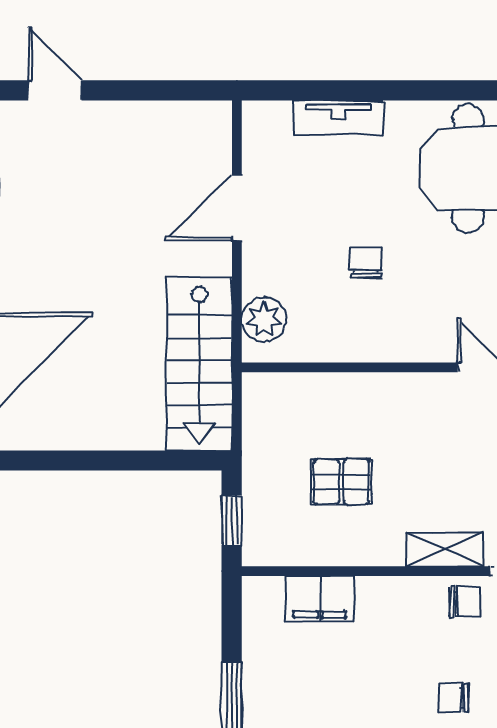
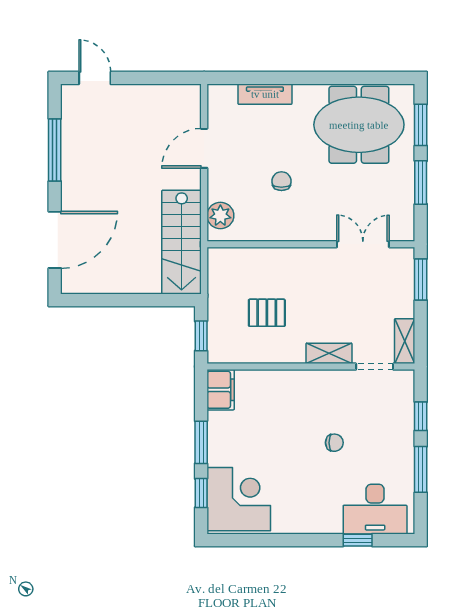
filing cabinet: (320, 599) -> (221, 390), moved, turned -90
chair: (465, 602) -> (341, 385), removed
chair: (454, 698) -> (334, 443), turned 180

